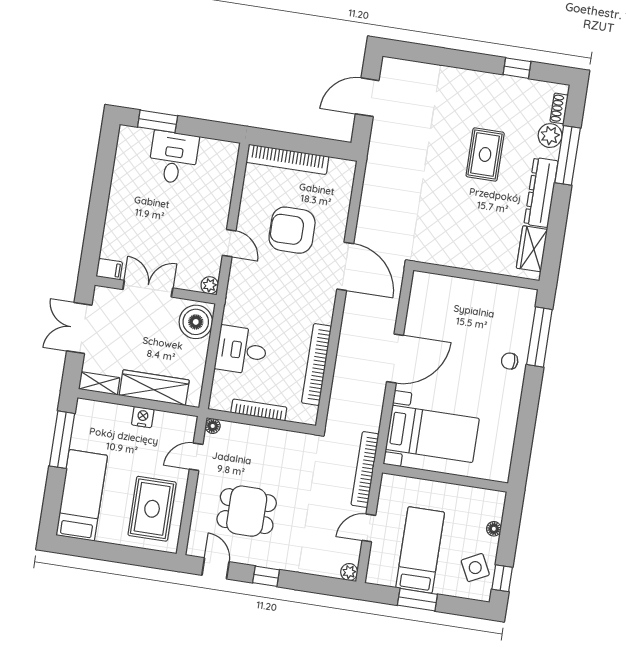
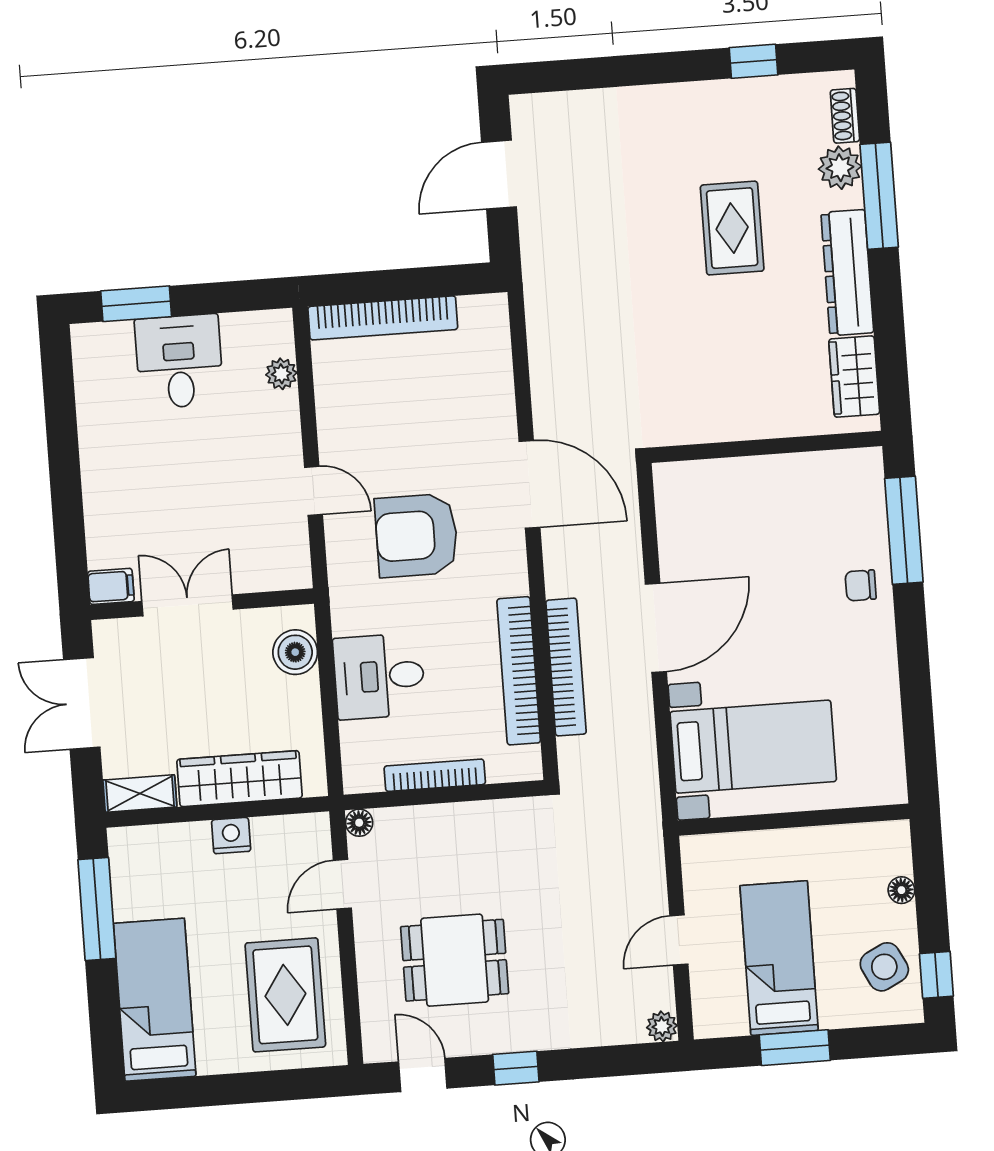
armchair: (292, 230) -> (417, 535), moved
plant: (210, 285) -> (281, 374), moved
boiler: (196, 322) -> (295, 652), width x0.73, depth x0.73
bookcase: (365, 470) -> (566, 667), moved, turned 180

